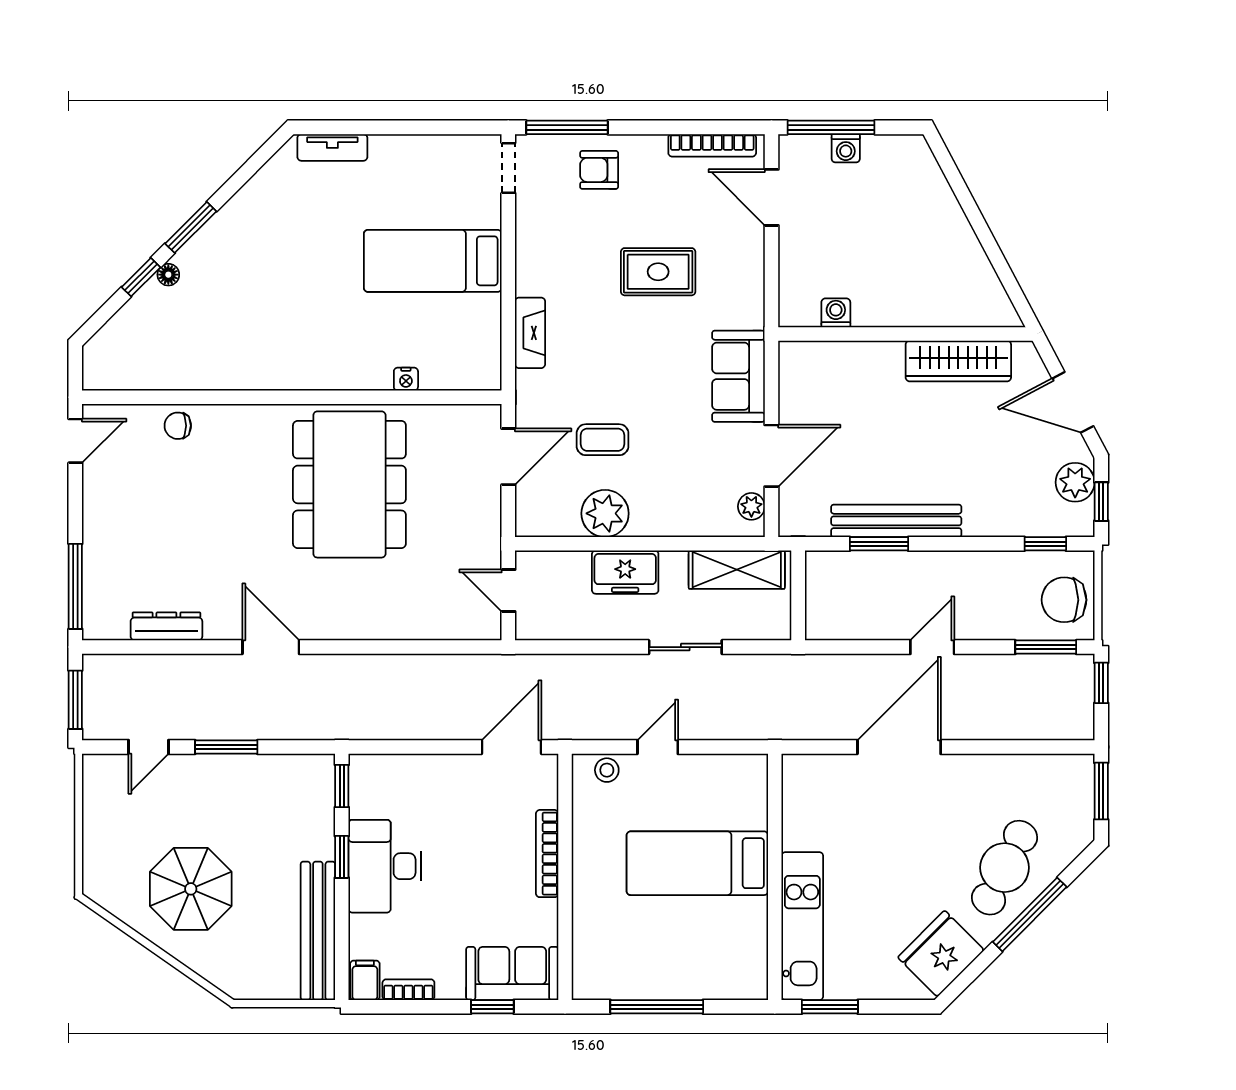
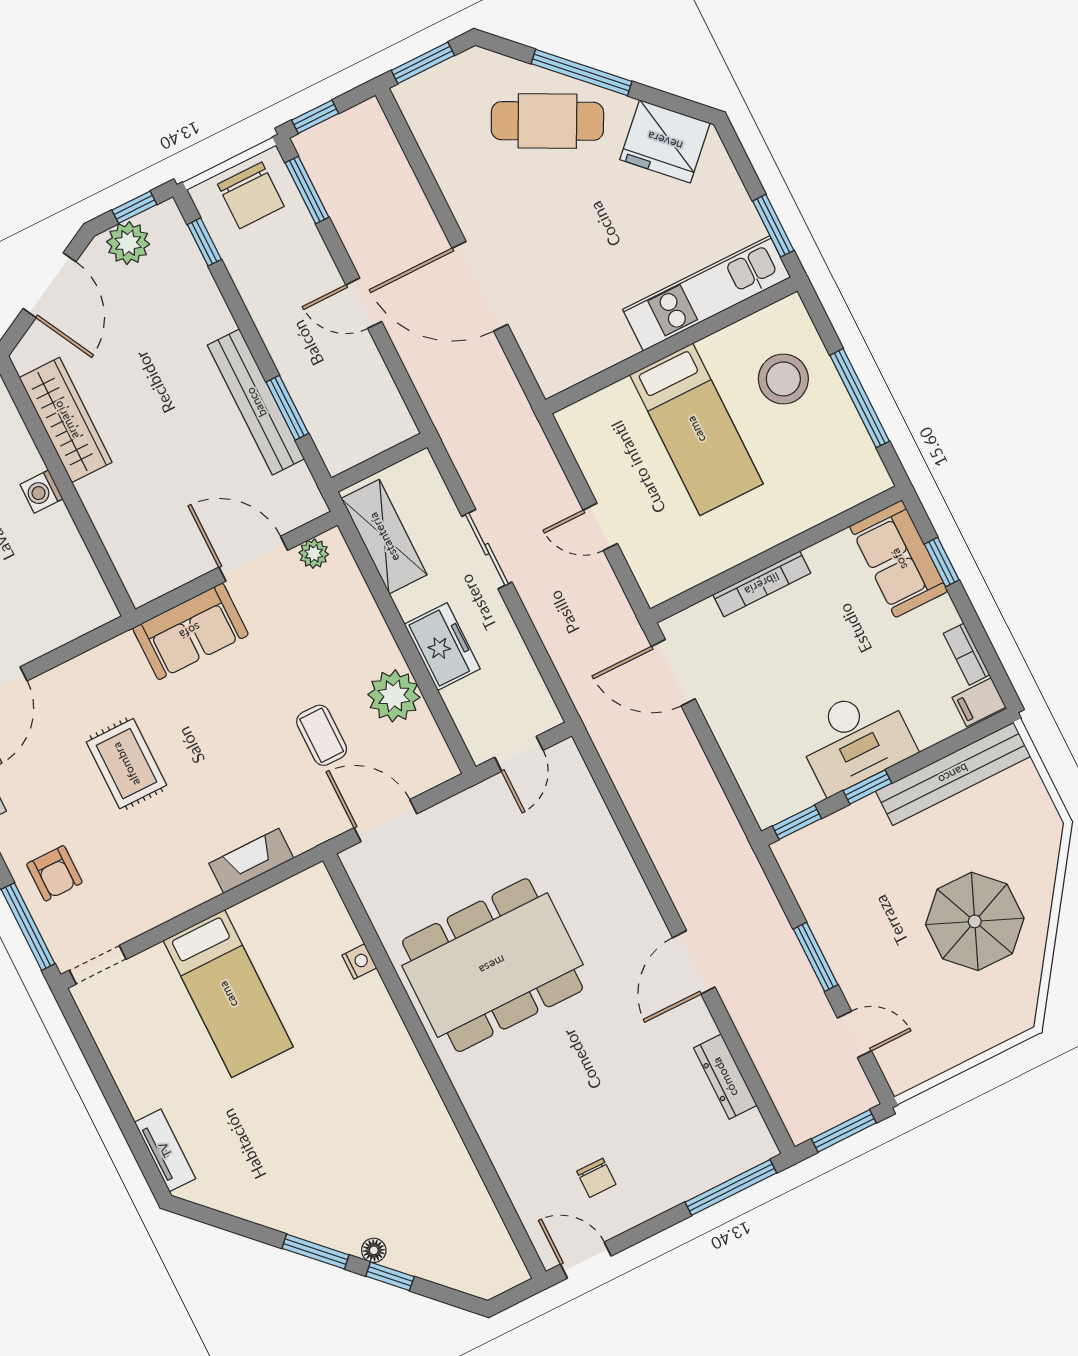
washing machine: (836, 313) -> (41, 492), moved
chair: (178, 426) -> (596, 1178), moved
stool: (607, 770) -> (783, 379), moved, width x1.89, depth x1.89

